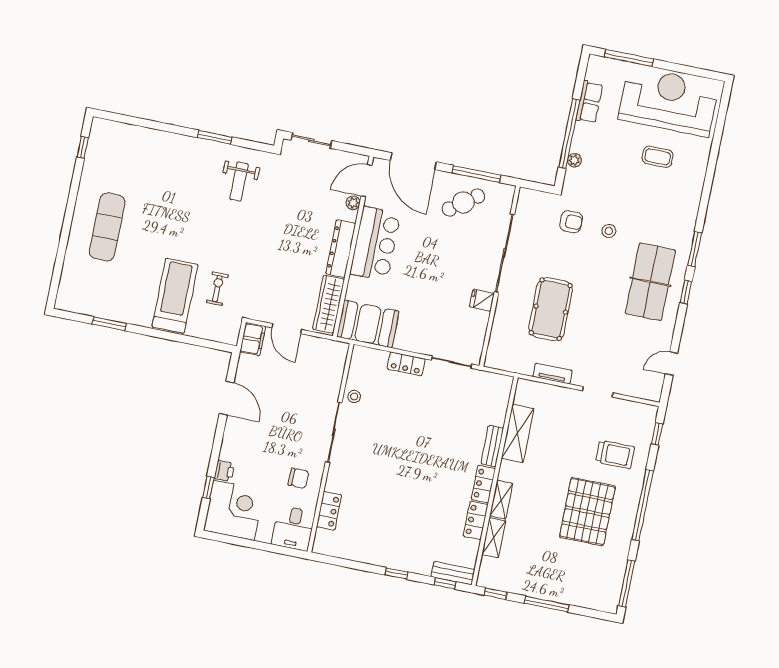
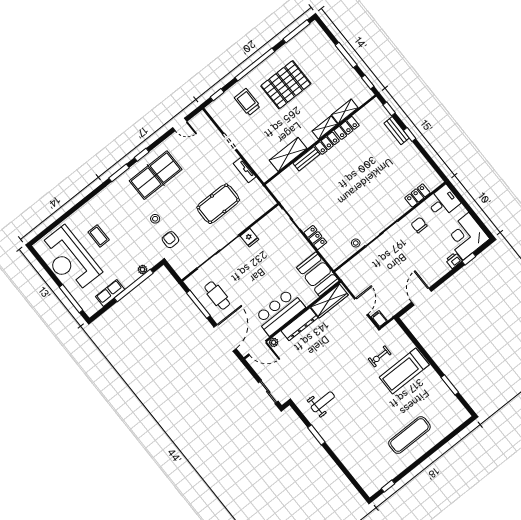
cafe table: (463, 202) -> (217, 295), turned 36
filing cabinet: (253, 339) -> (379, 319), width x0.50
bench: (453, 573) -> (397, 131), moved

